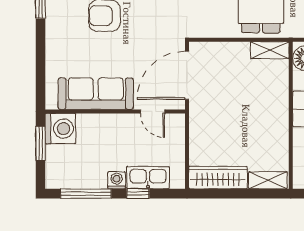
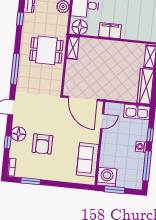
sofa: (96, 94) -> (88, 160), width x0.73
kitchen sink: (148, 178) -> (137, 112), moved, turned -90

